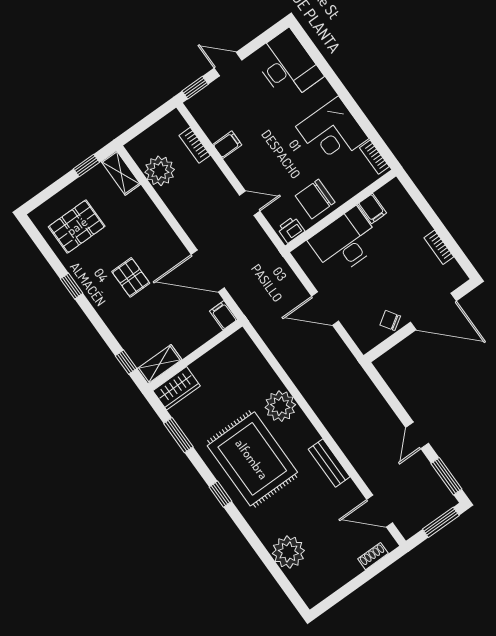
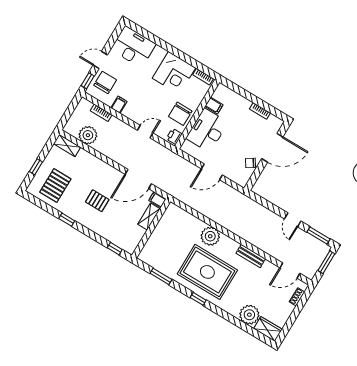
chair: (221, 102) -> (105, 83), added
window: (86, 165) -> (36, 167), moved
shelving: (159, 364) -> (149, 217), moved
wardrobe: (177, 388) -> (268, 329), moved, turned -90

